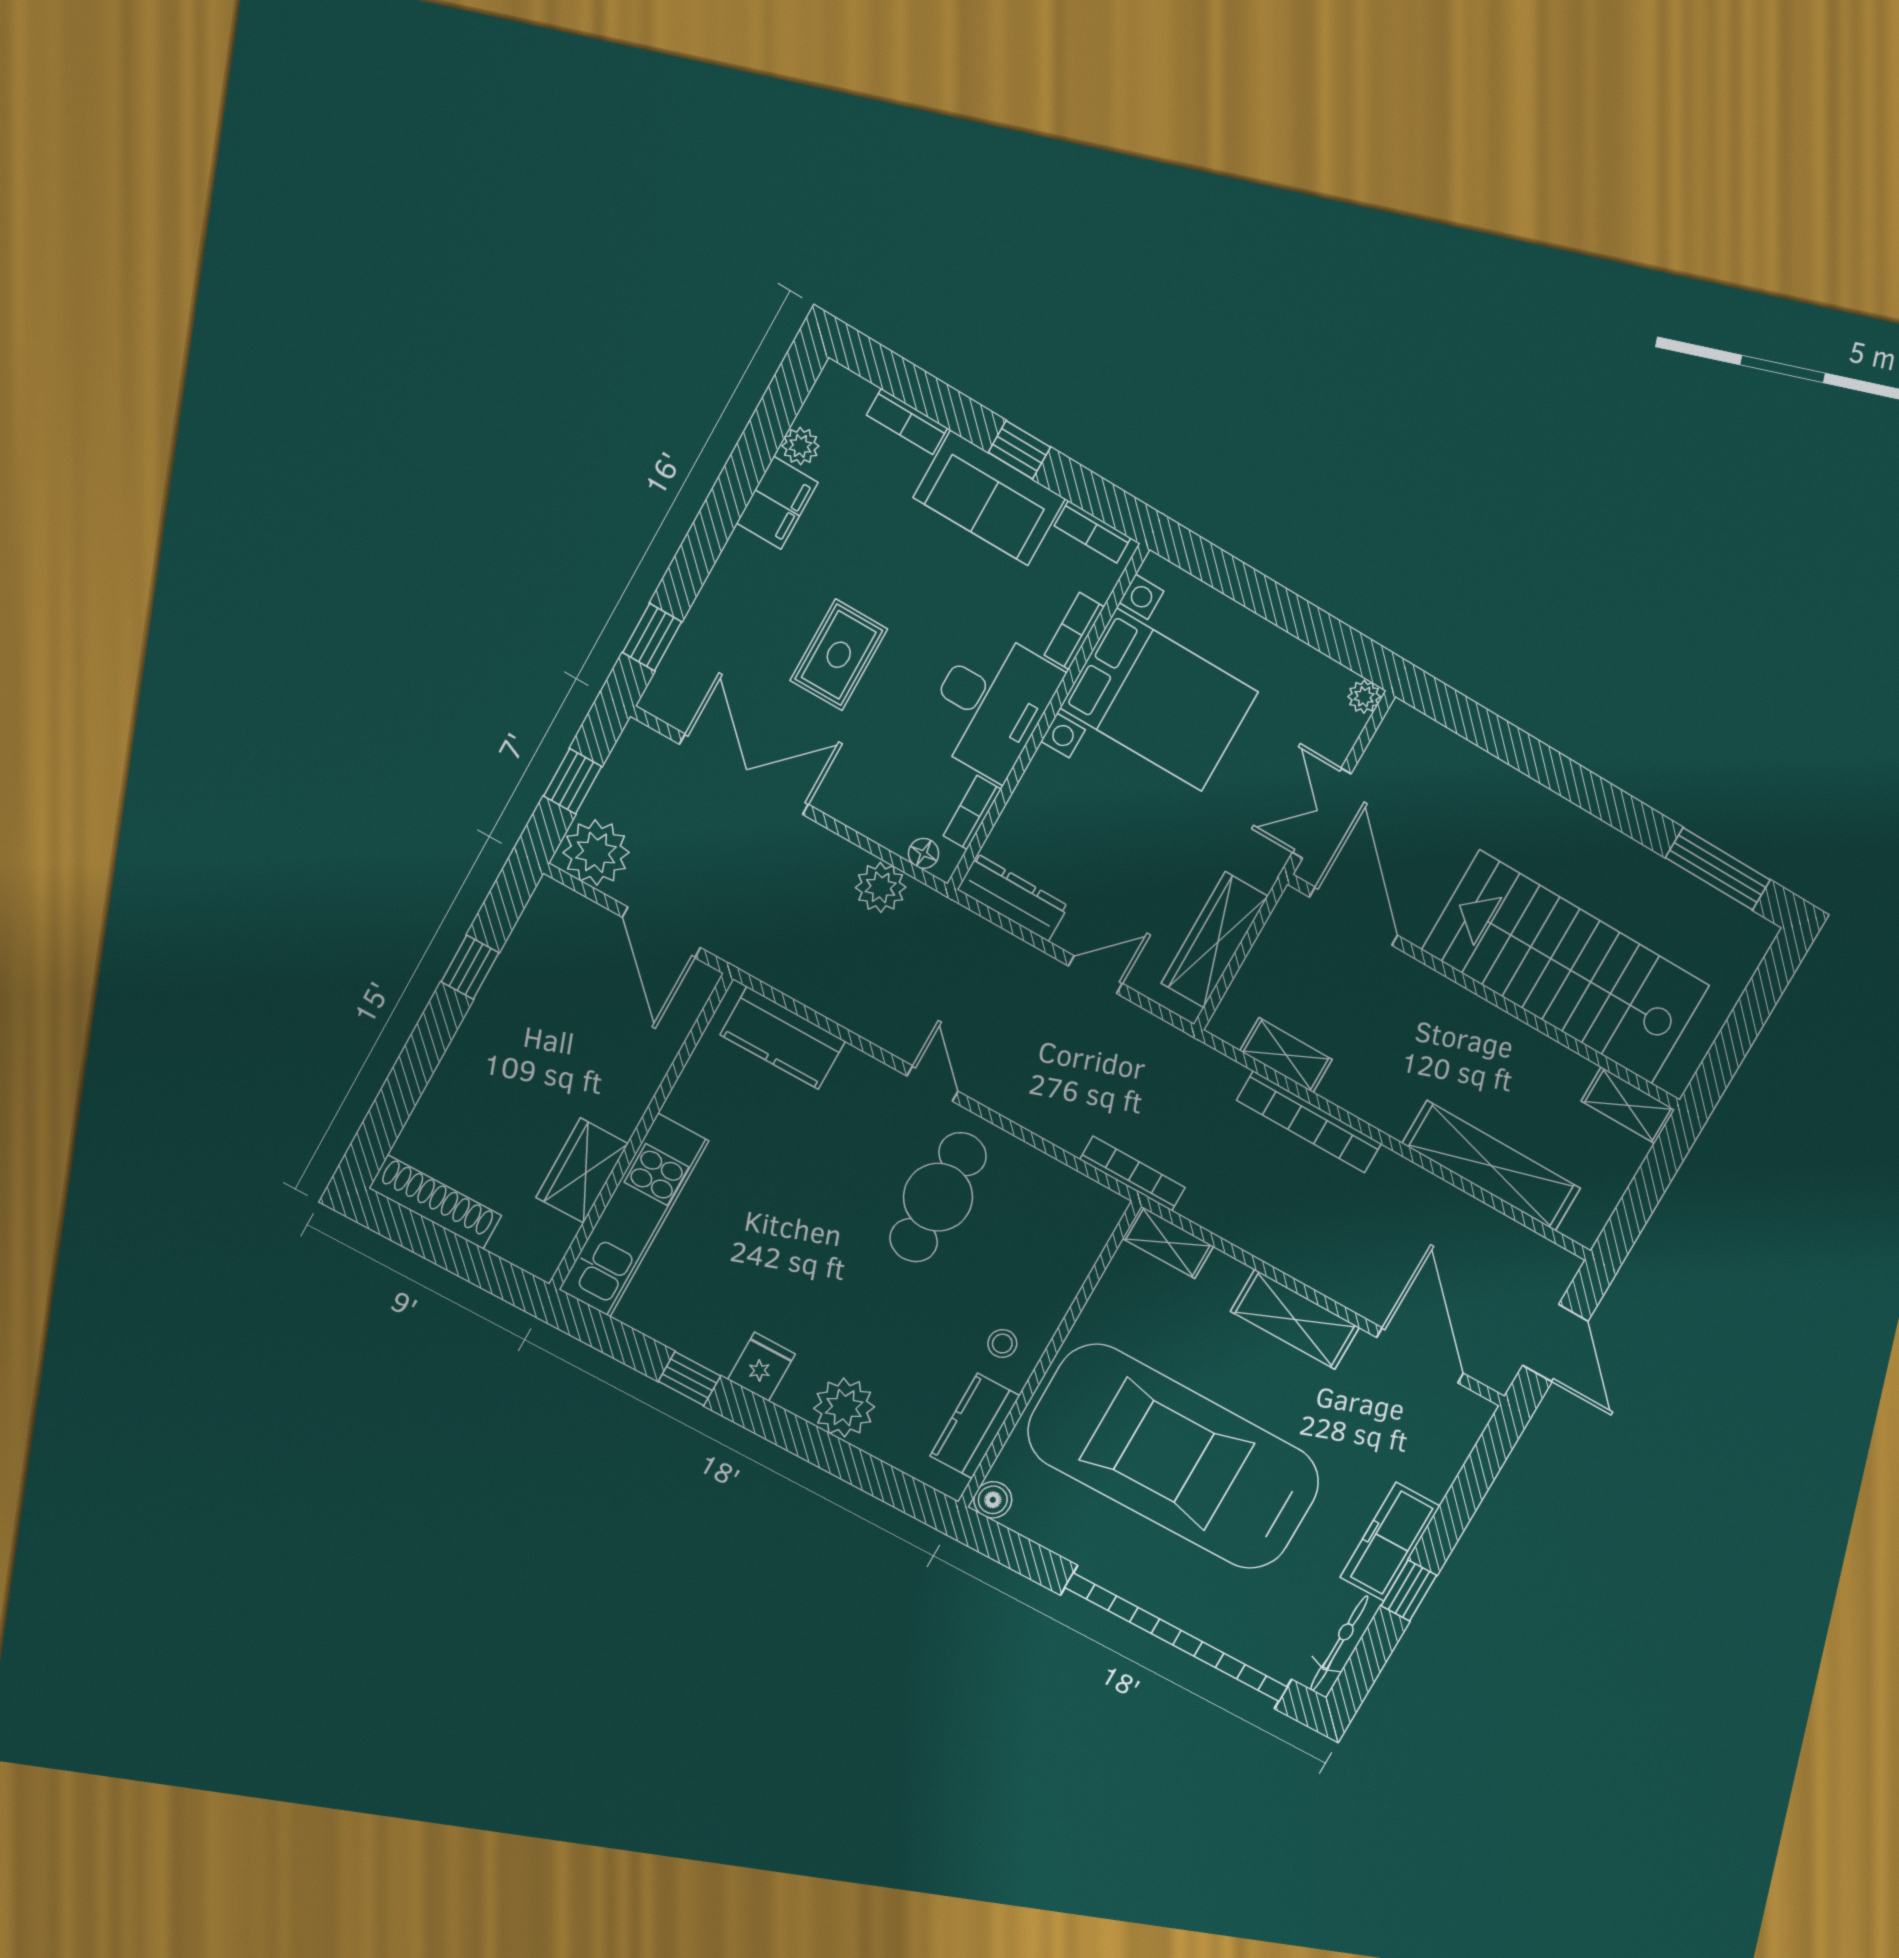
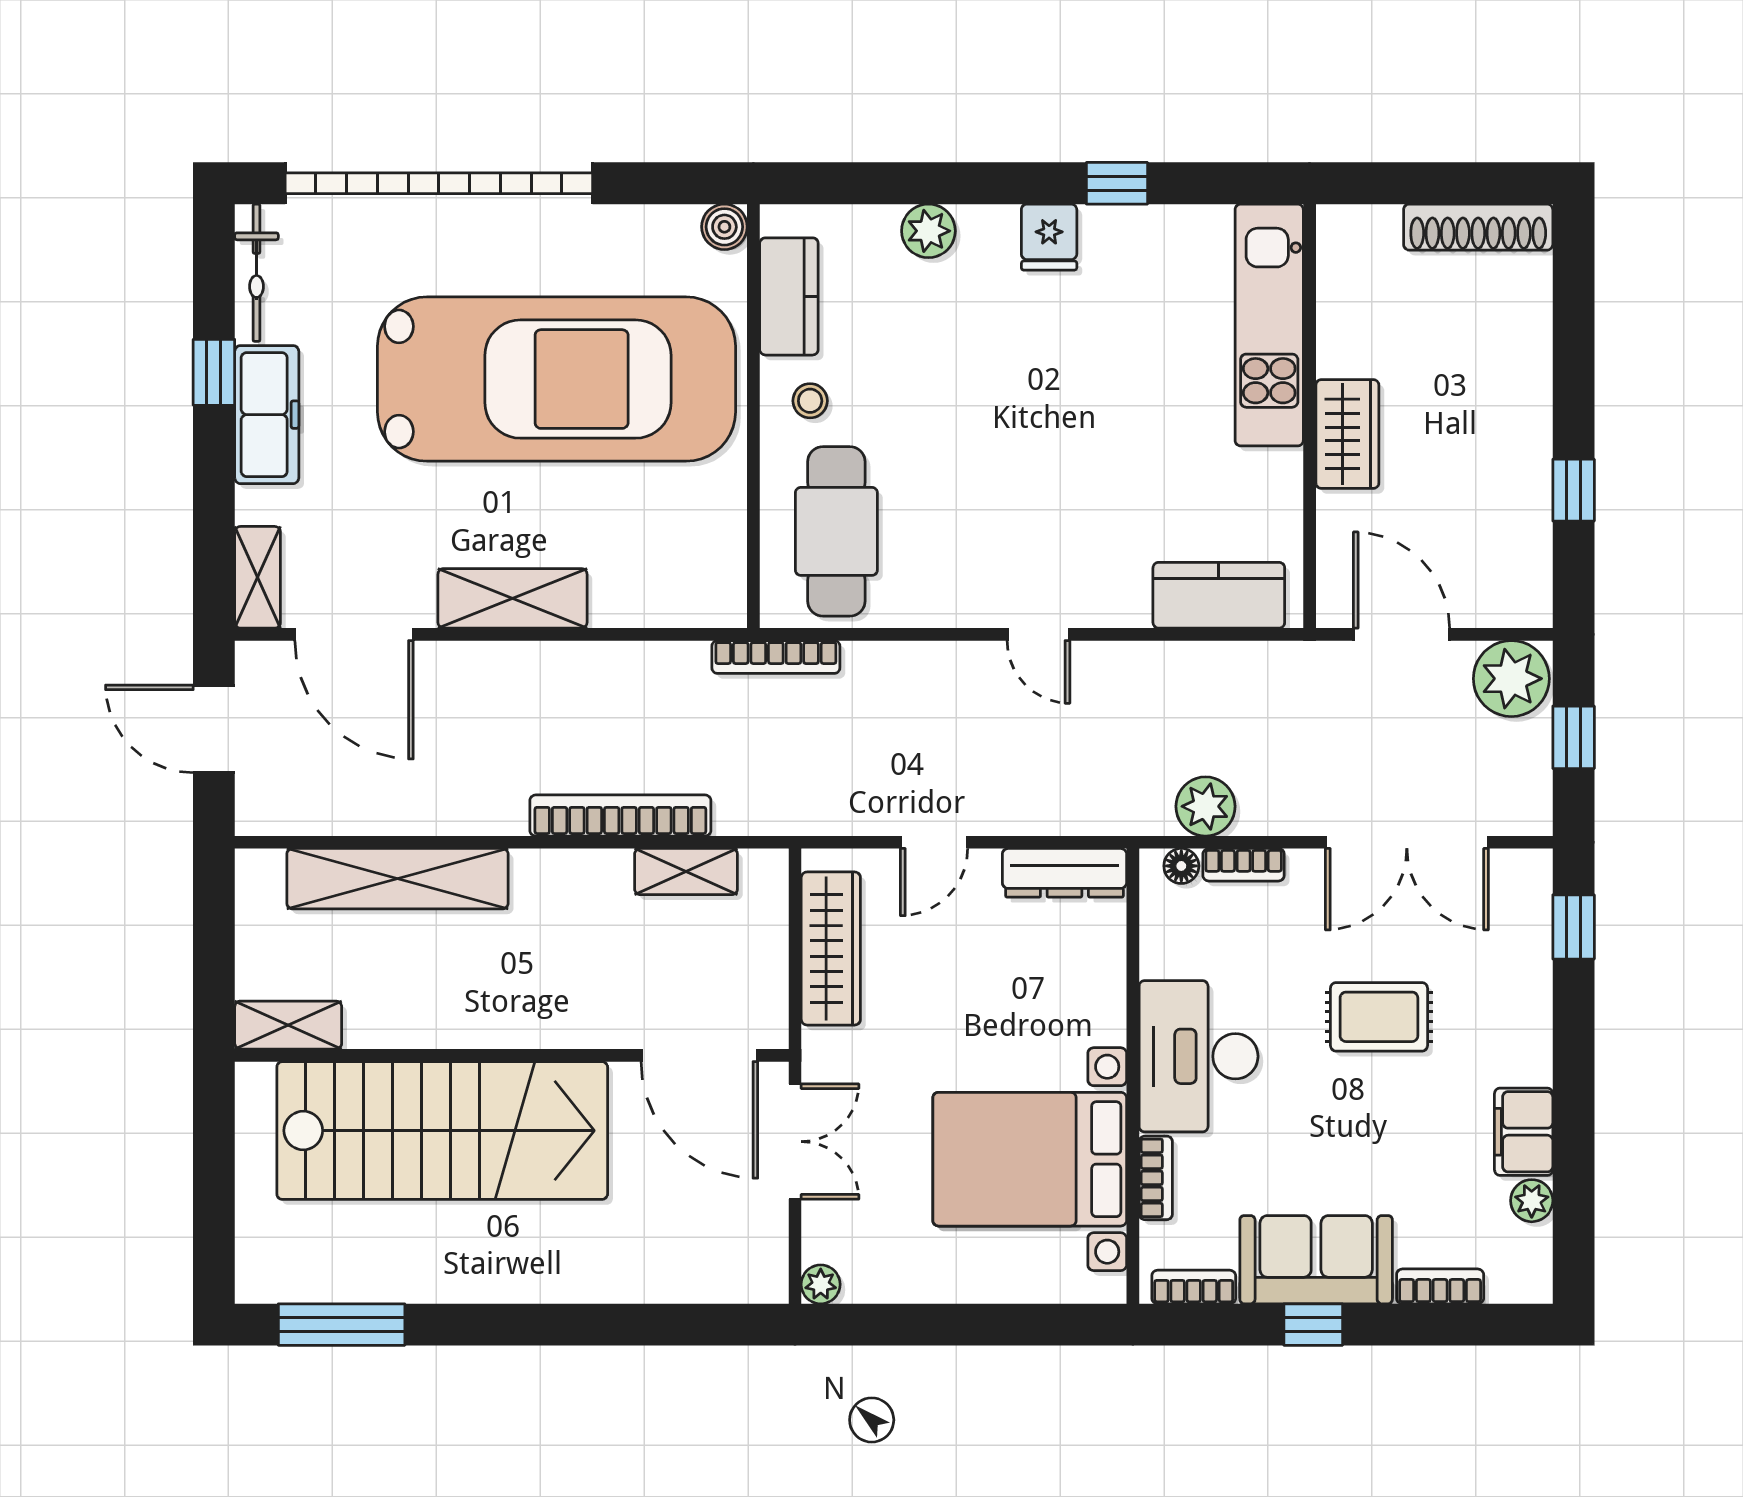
rug: (839, 655) -> (1379, 1017), turned 90
bookcase: (972, 813) -> (1244, 865), moved, turned 90
wardrobe: (582, 1171) -> (1347, 434), moved
cafe table: (938, 1197) -> (836, 531), moved
shelving: (1168, 1242) -> (258, 577), moved, turned 90
plant: (844, 1408) -> (928, 231), width x0.73, depth x0.73

